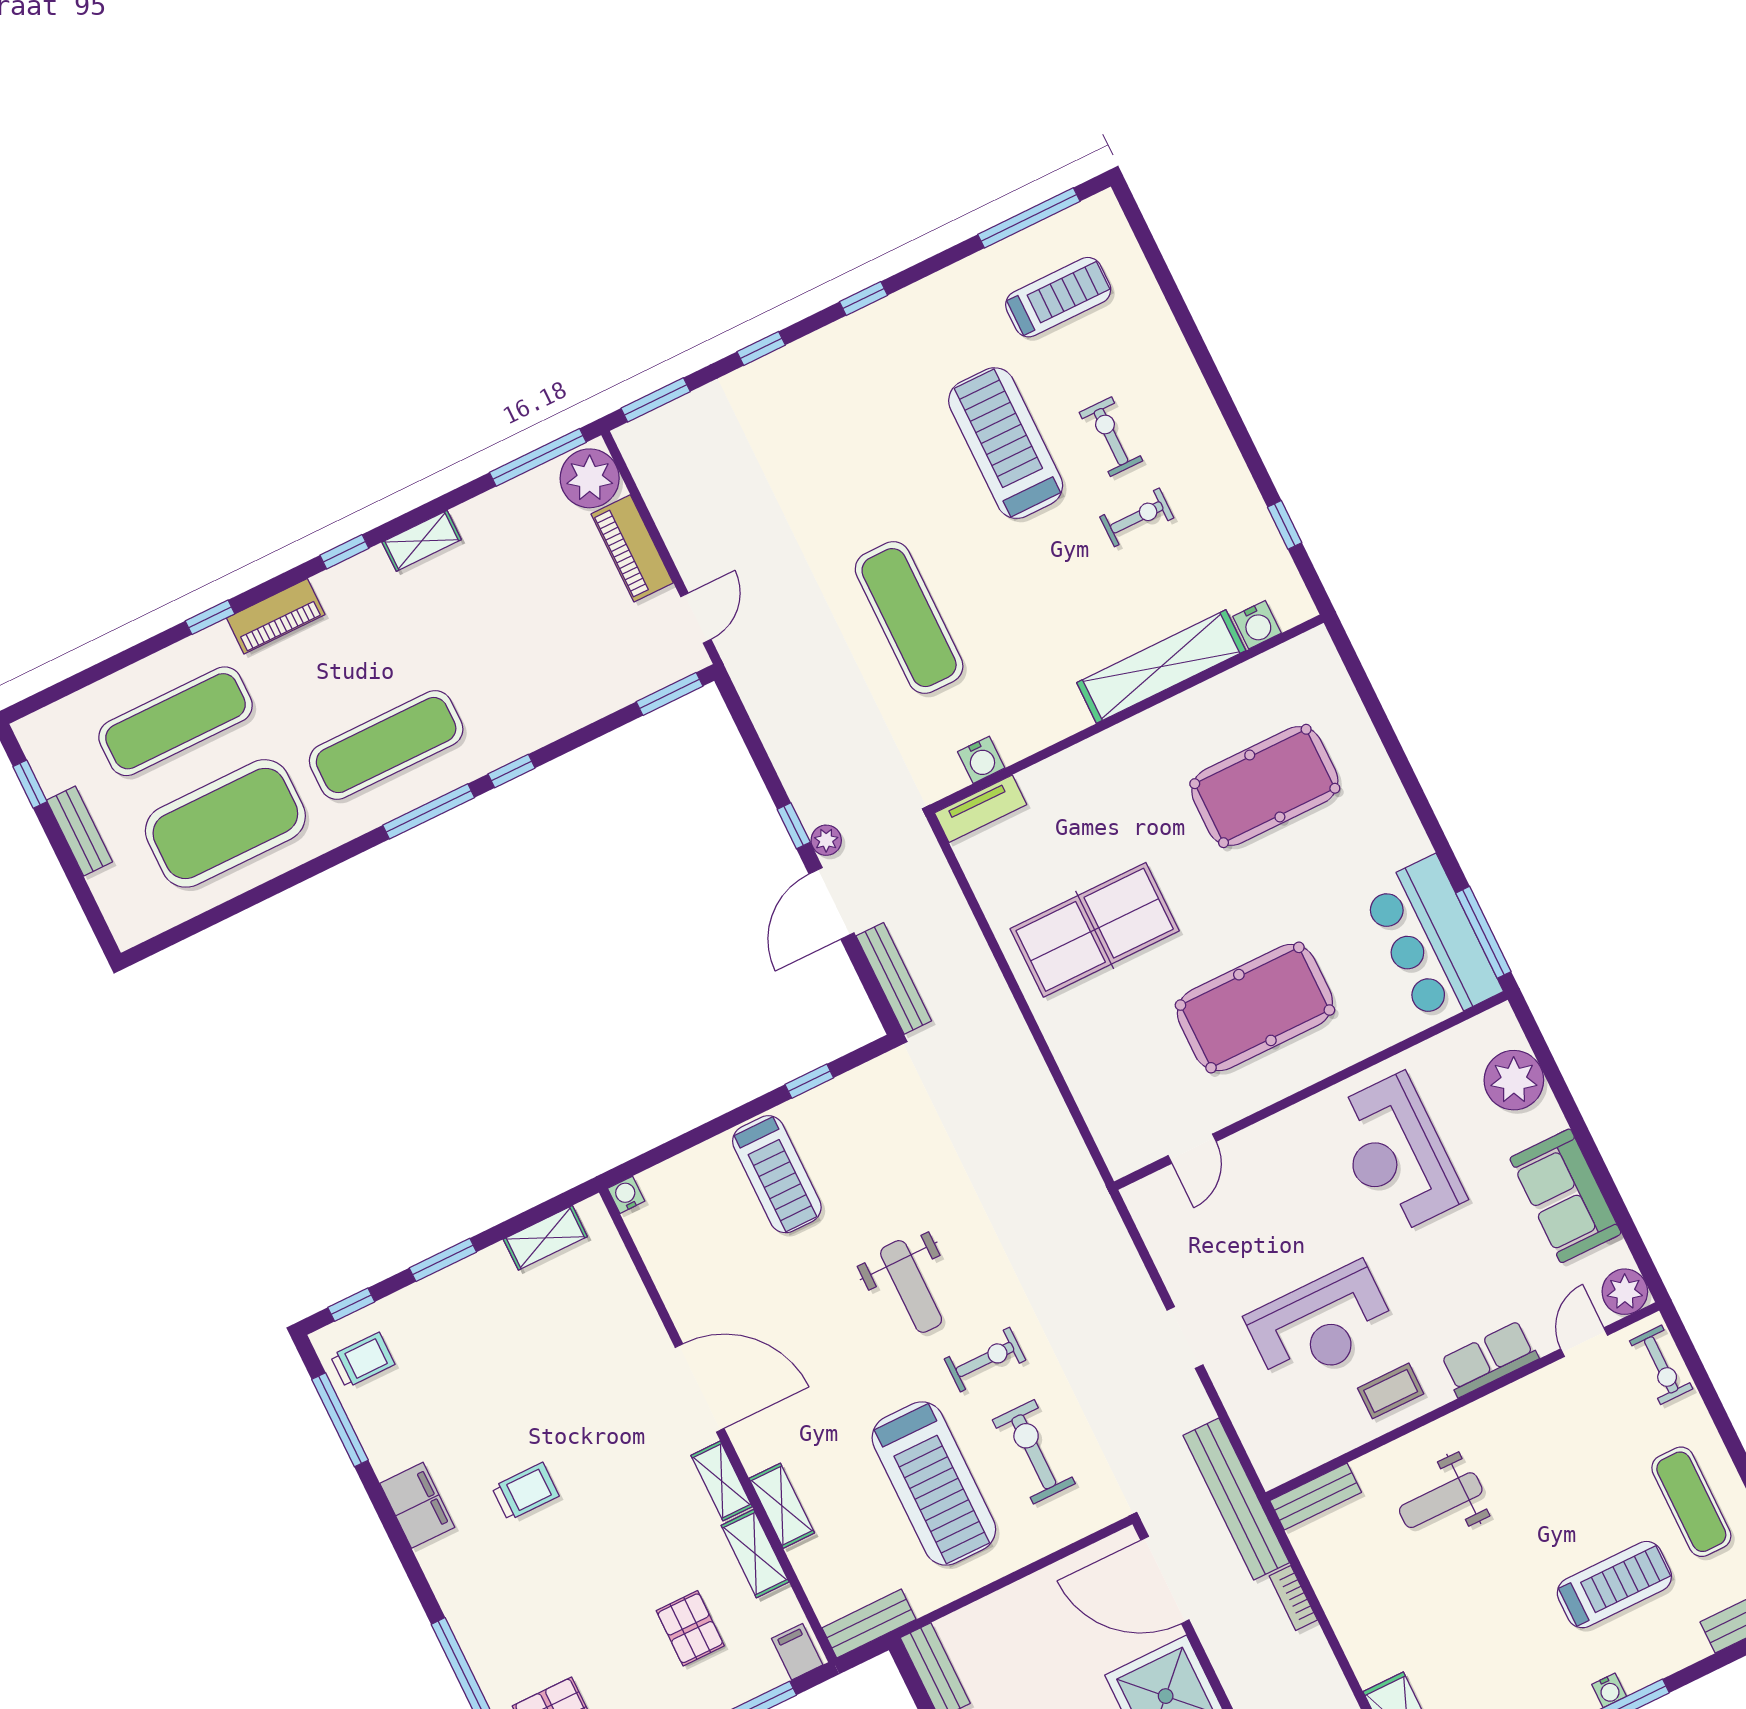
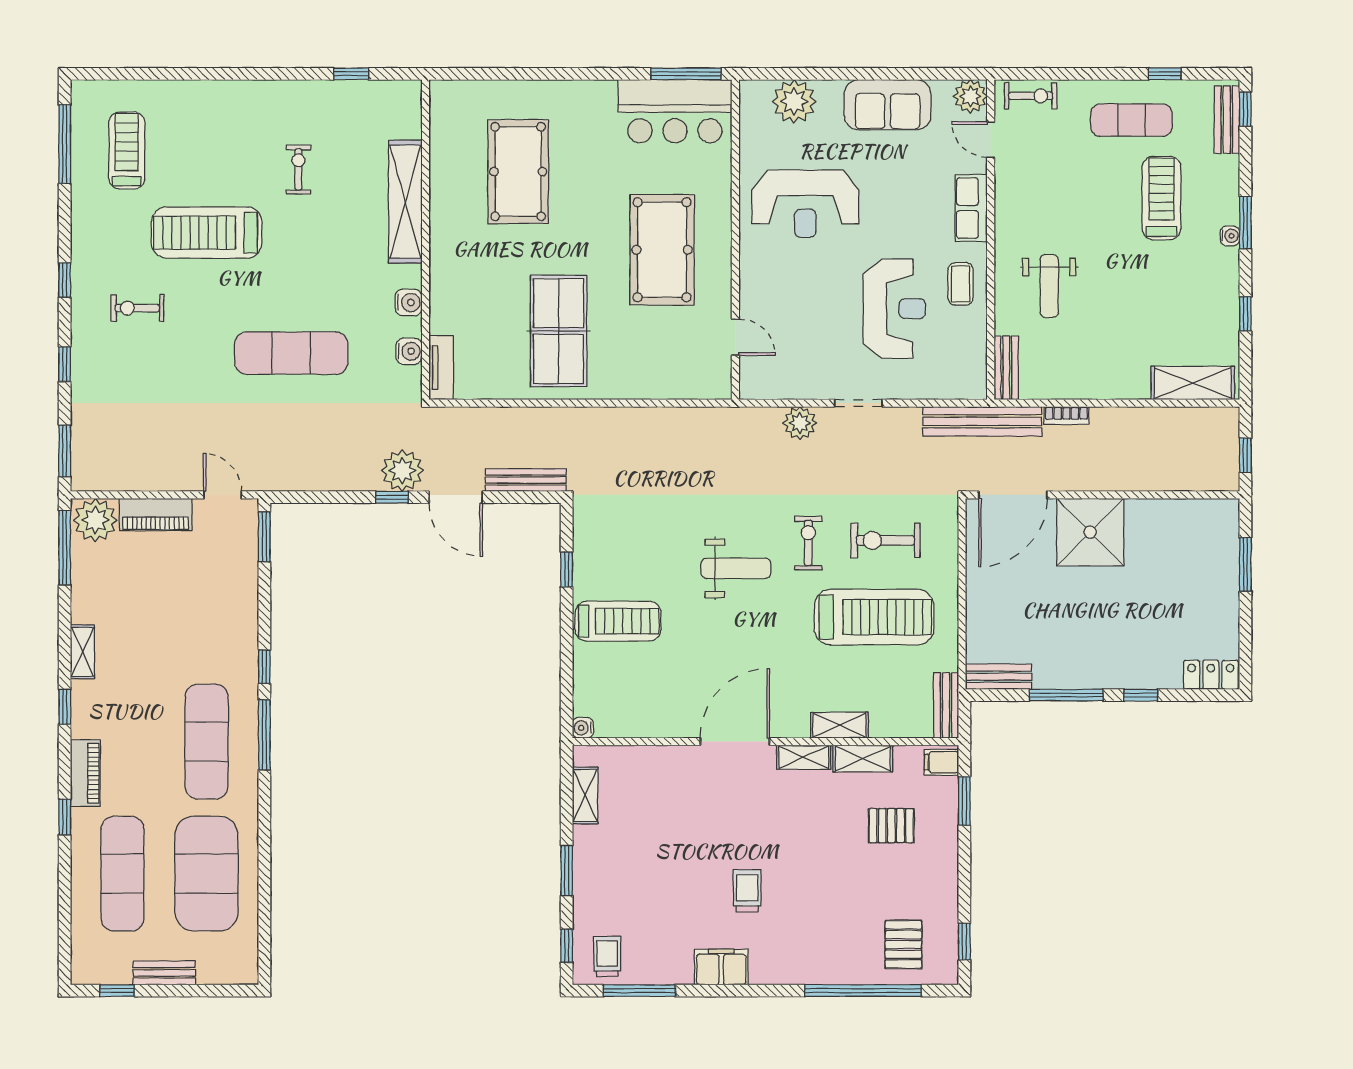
exercise bike: (1111, 437) -> (137, 308), moved
water cooler: (1257, 625) -> (409, 303), moved
plant: (826, 840) -> (402, 470), width x1.87, depth x1.87
plant: (1126, 1278) -> (800, 423), added

